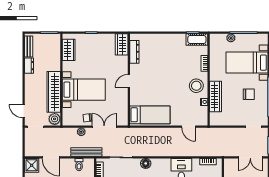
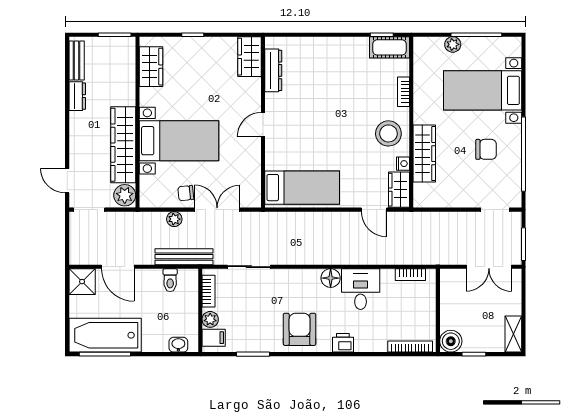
wardrobe: (202, 116) -> (399, 190), added
floor lamp: (146, 163) -> (331, 278), moved

